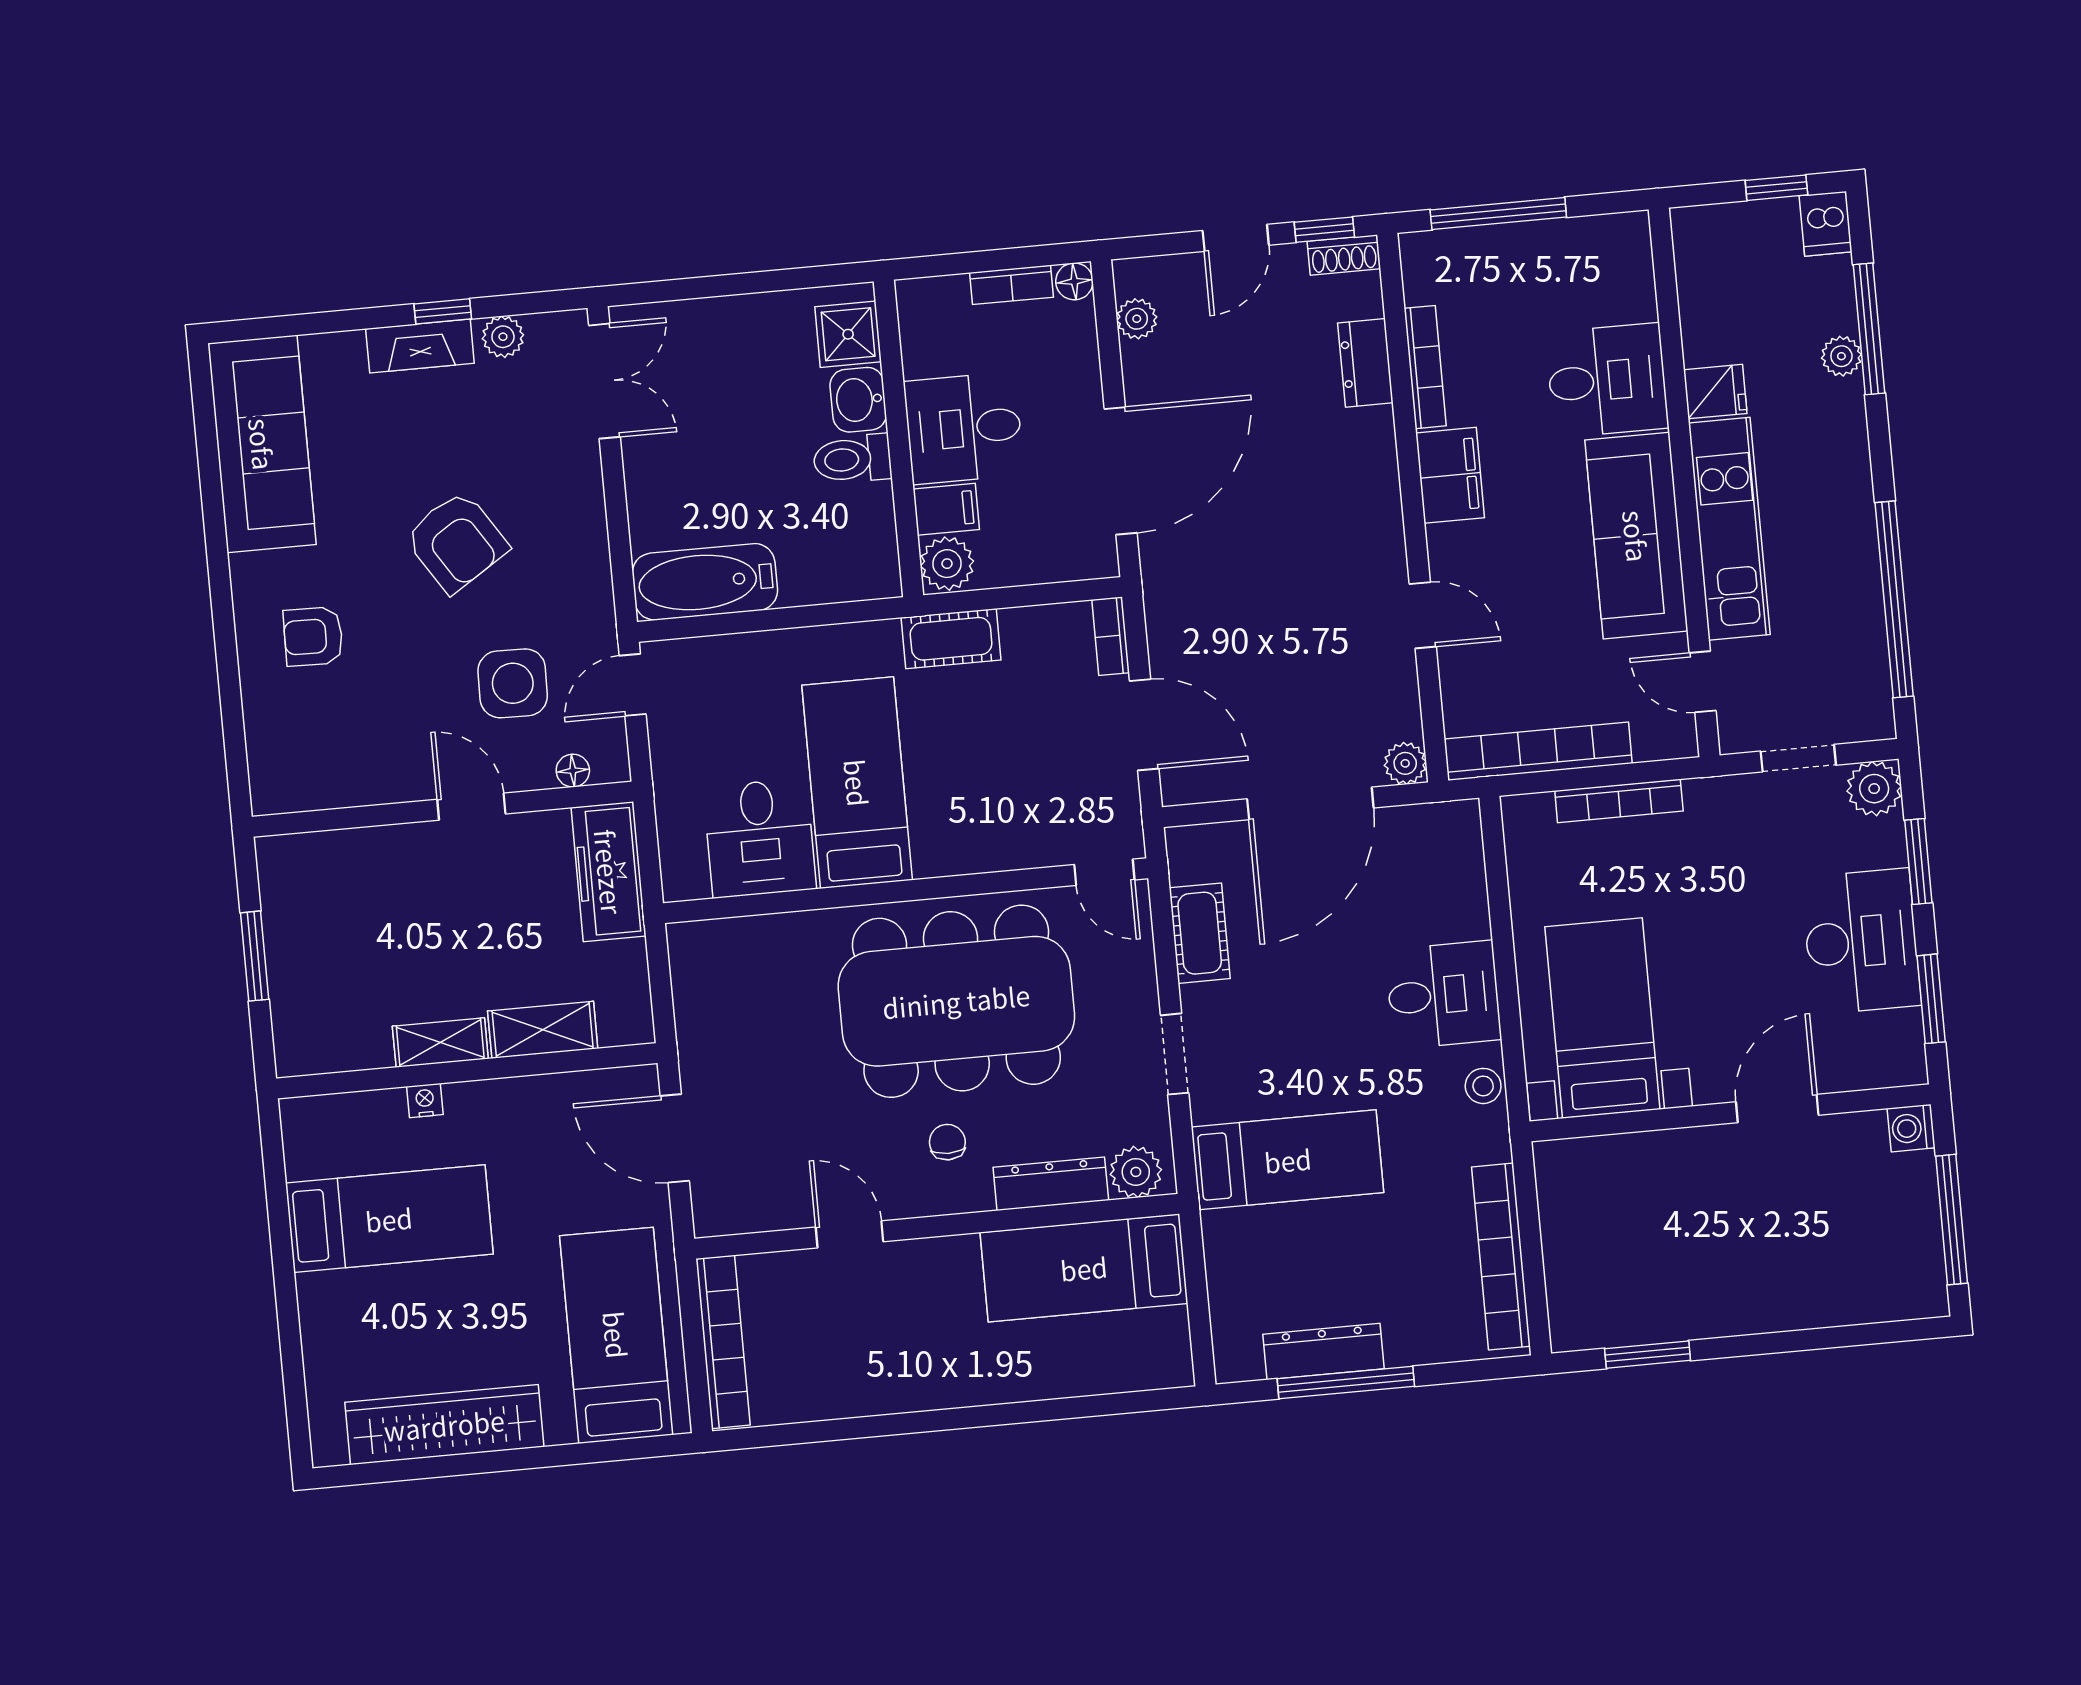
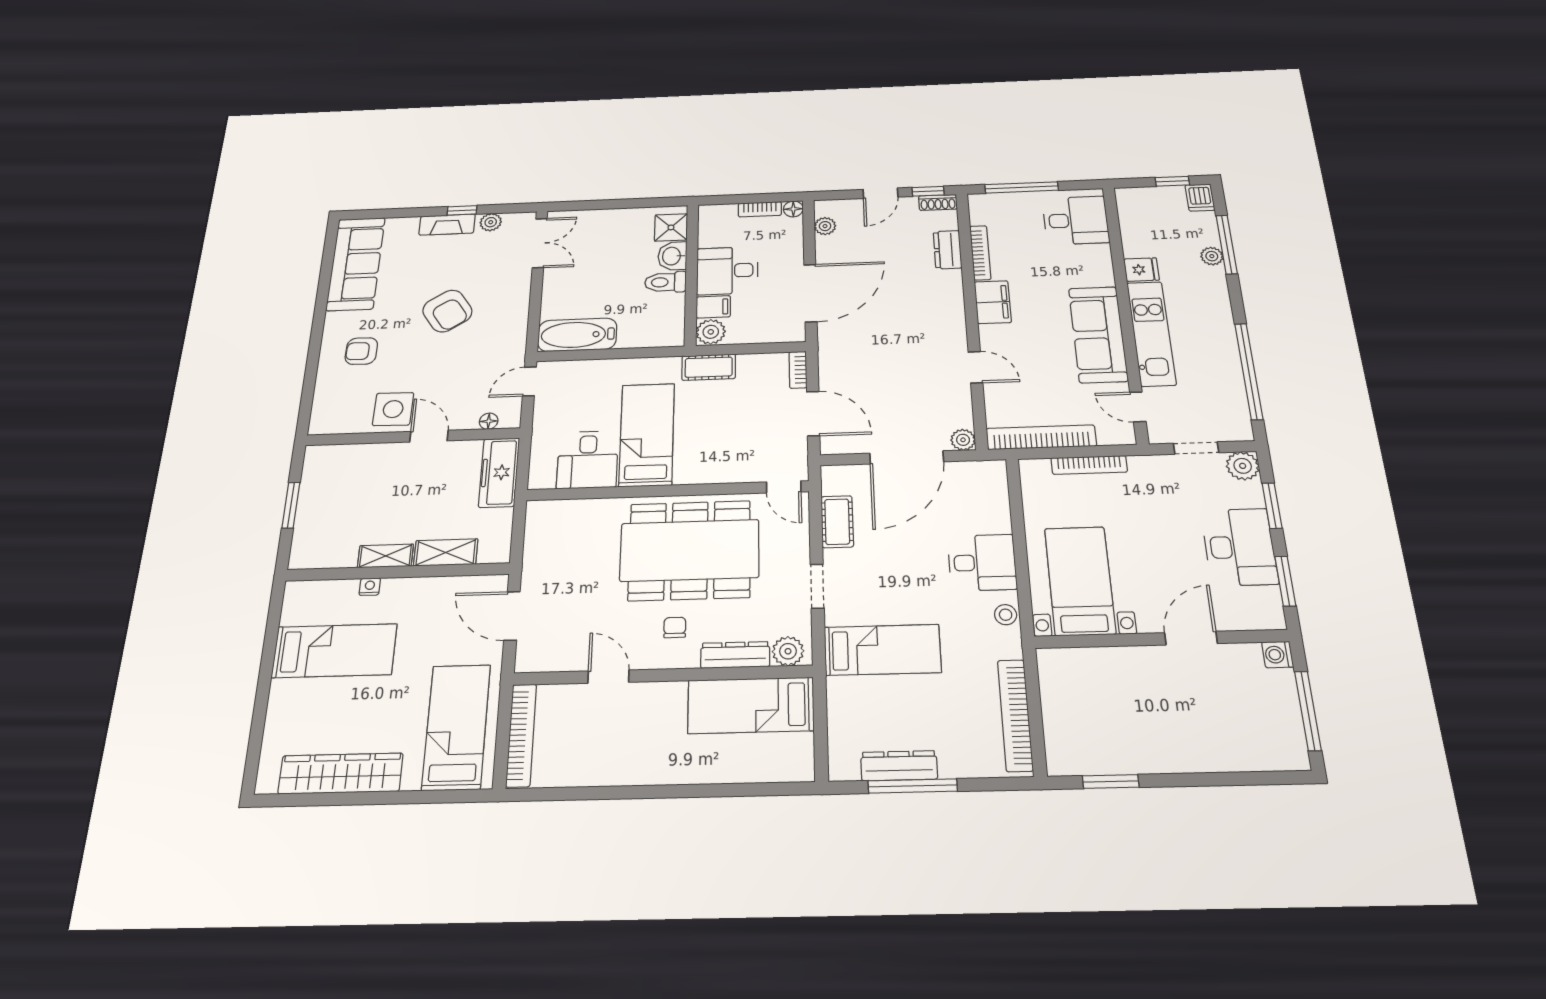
desk: (1607, 380) -> (1076, 220), moved
side table: (513, 683) -> (393, 409), moved

